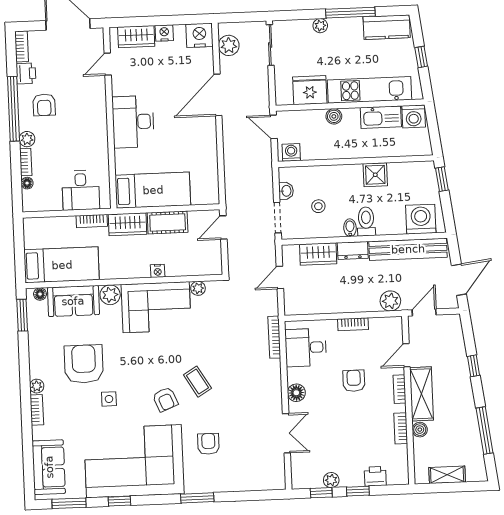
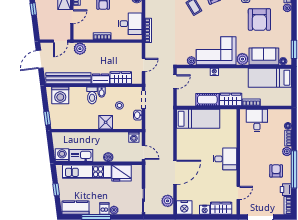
dishwasher: (337, 28) -> (104, 208), added
desk: (133, 122) -> (225, 159), width x0.73
shower: (375, 175) -> (106, 122), moved
bed: (153, 190) -> (198, 119), moved, turned 180
door: (223, 227) -> (175, 82), moved

